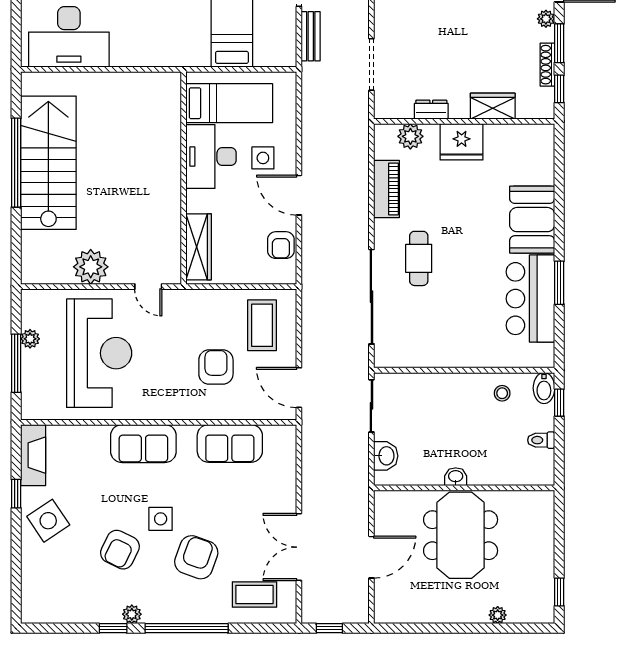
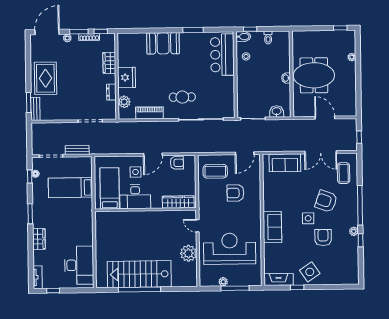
door: (148, 287) -> (198, 226), swing flipped
bar counter: (530, 299) -> (222, 55), moved, turned 90
sofa: (230, 443) -> (285, 163), moved, turned 90
armchair: (120, 550) -> (323, 237), turned -116

